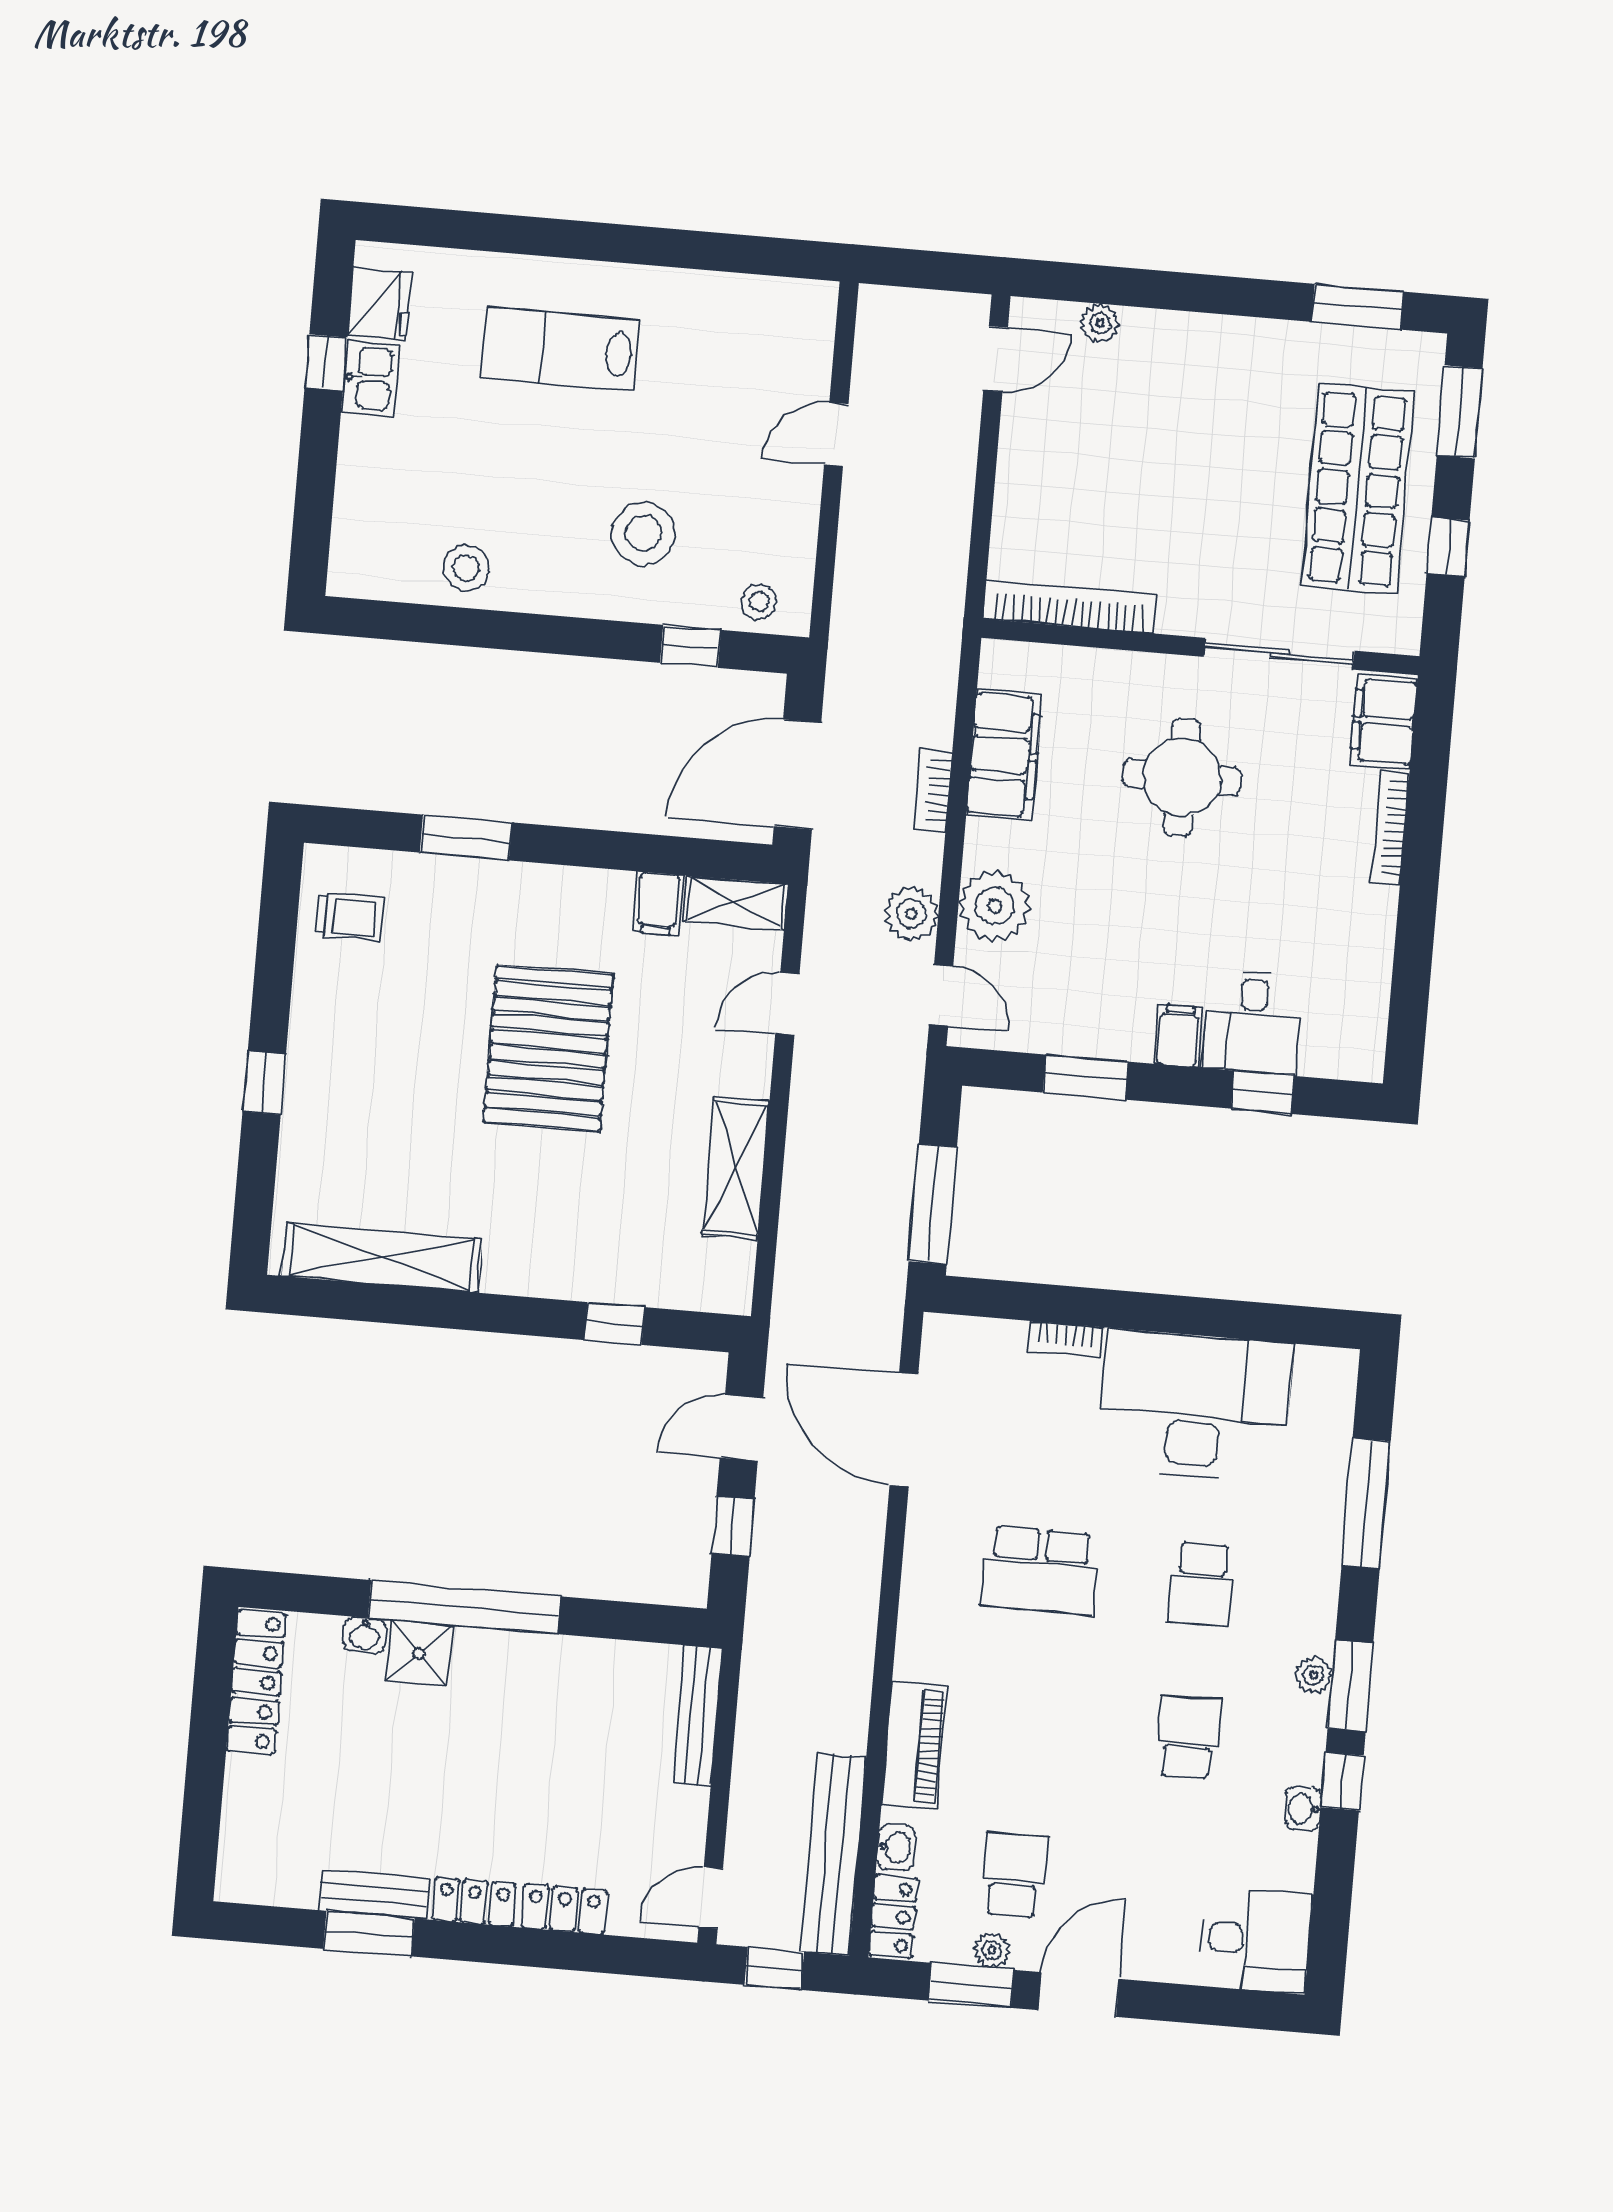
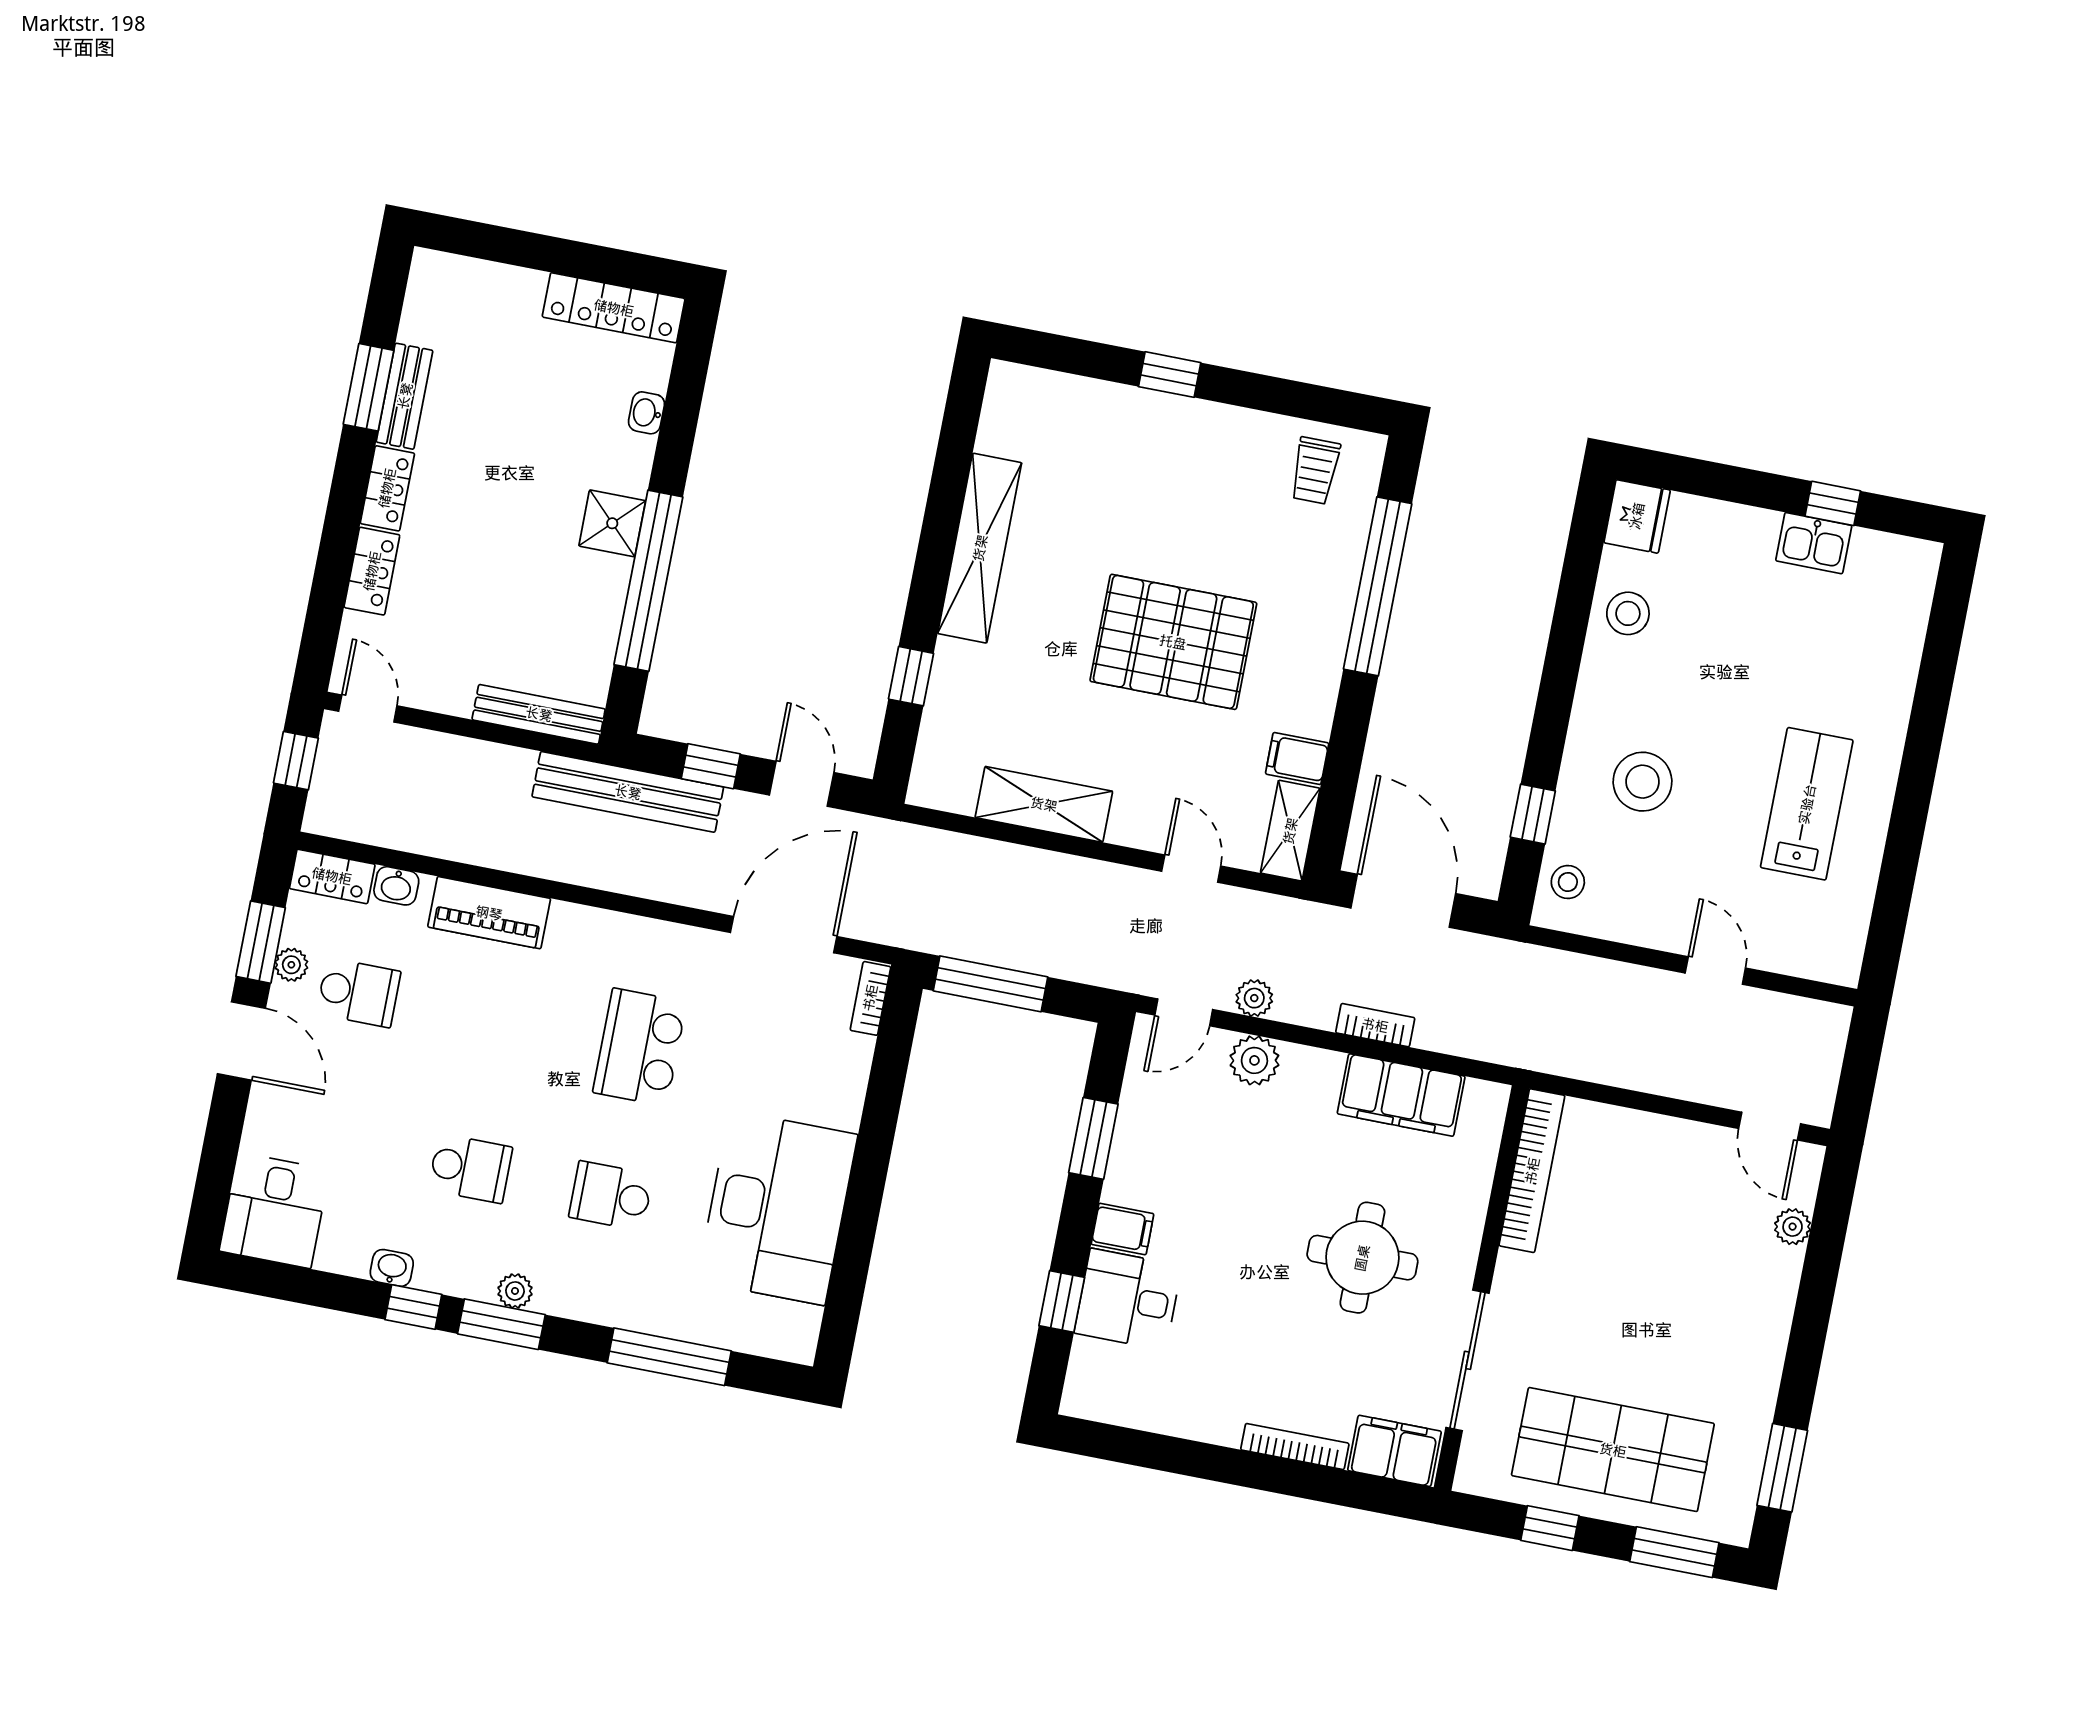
fridge: (380, 304) -> (1637, 516), moved, turned -90
lab bench: (561, 349) -> (1807, 804), moved
window: (466, 837) -> (1378, 586), width x2.11
plant: (995, 906) -> (1254, 1060), width x0.73, depth x0.73
plant: (911, 914) -> (1254, 998), width x0.73, depth x0.73
shelving: (382, 1258) -> (980, 548), moved
bookcase: (1066, 1339) -> (870, 998), moved
window: (464, 1607) -> (648, 581), moved
shower: (419, 1653) -> (612, 523), moved
bench: (833, 1854) -> (628, 792), moved

